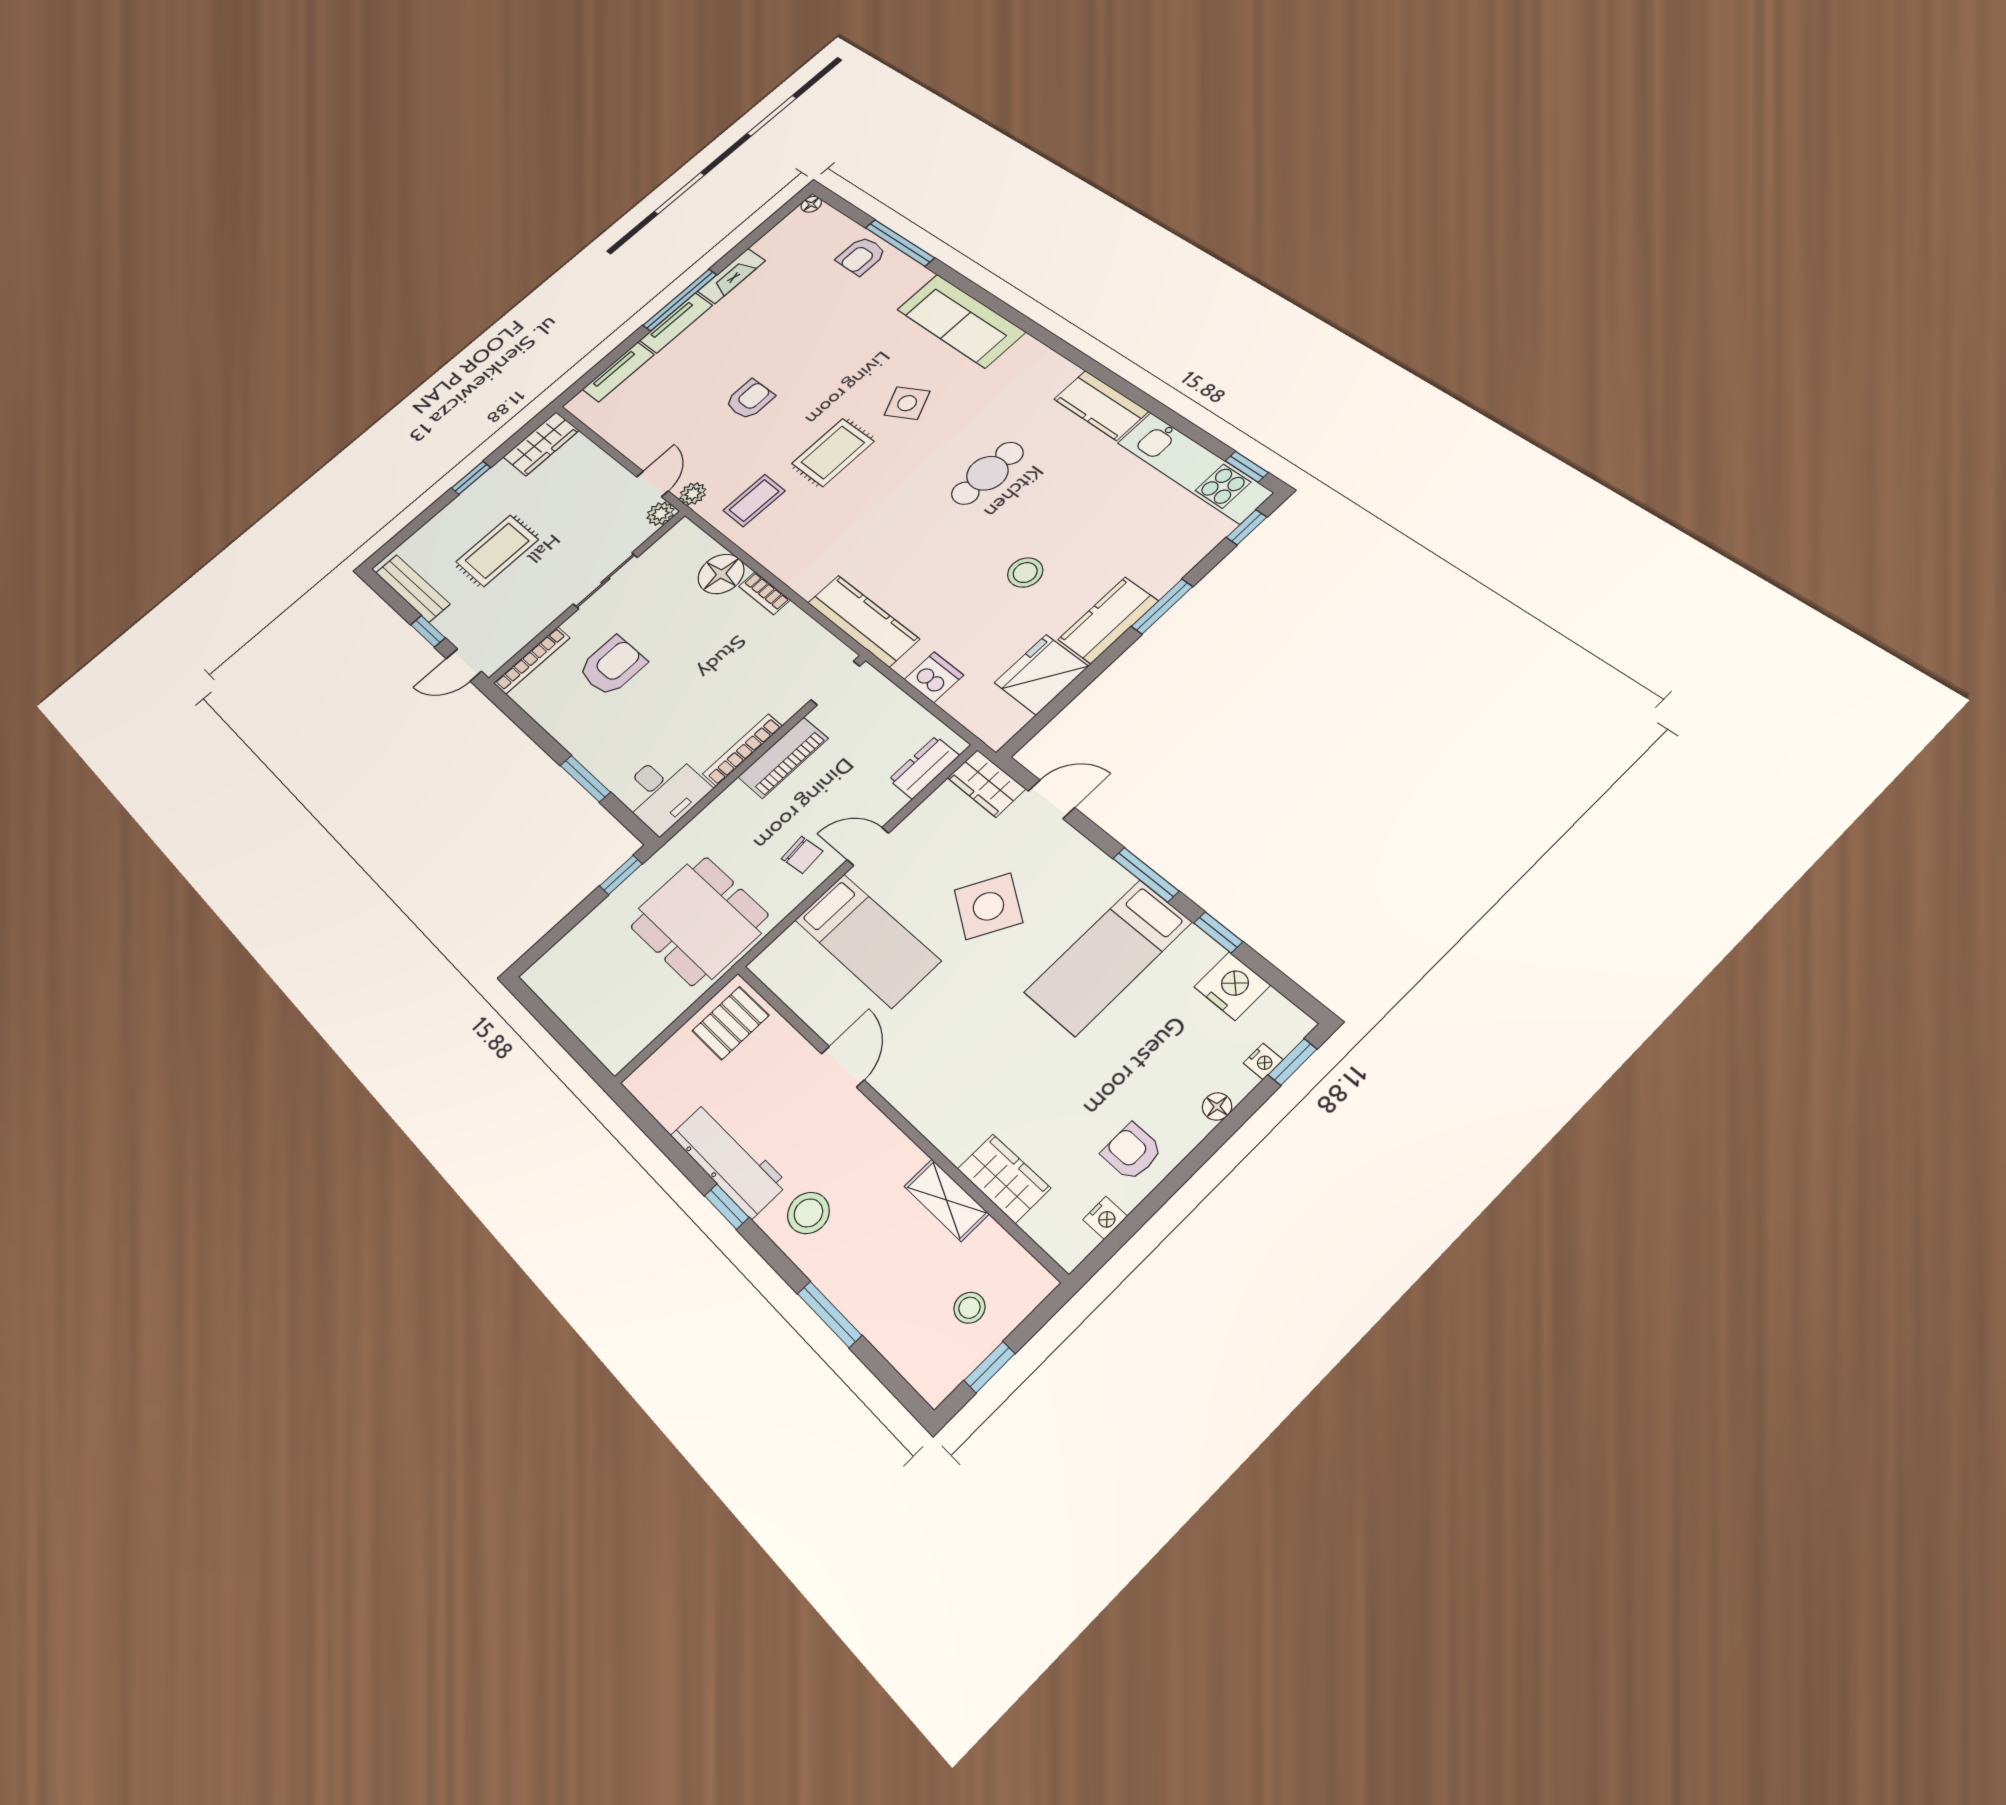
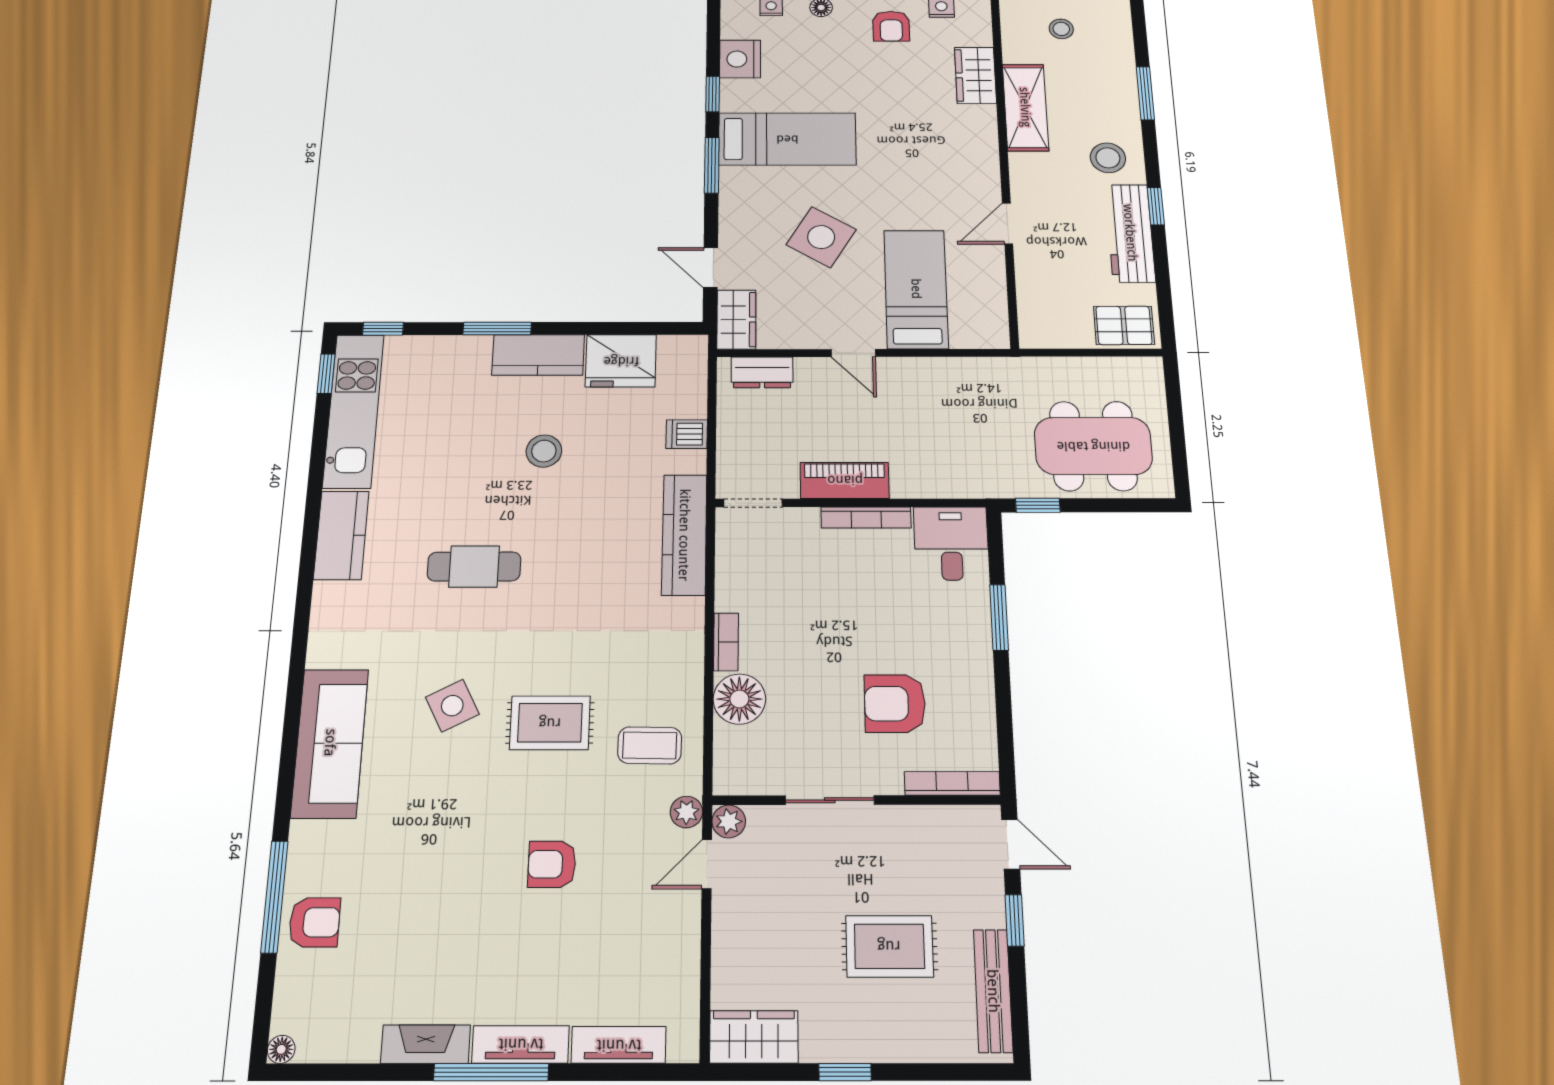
dishwasher: (934, 677) -> (687, 434), width x0.73
chair: (802, 855) -> (901, 391), removed
dining table: (699, 921) -> (1093, 446), moved, turned 90
pallet: (731, 1023) -> (1124, 325), moved
shelving: (946, 1200) -> (1025, 107), width x1.50, depth x1.33

